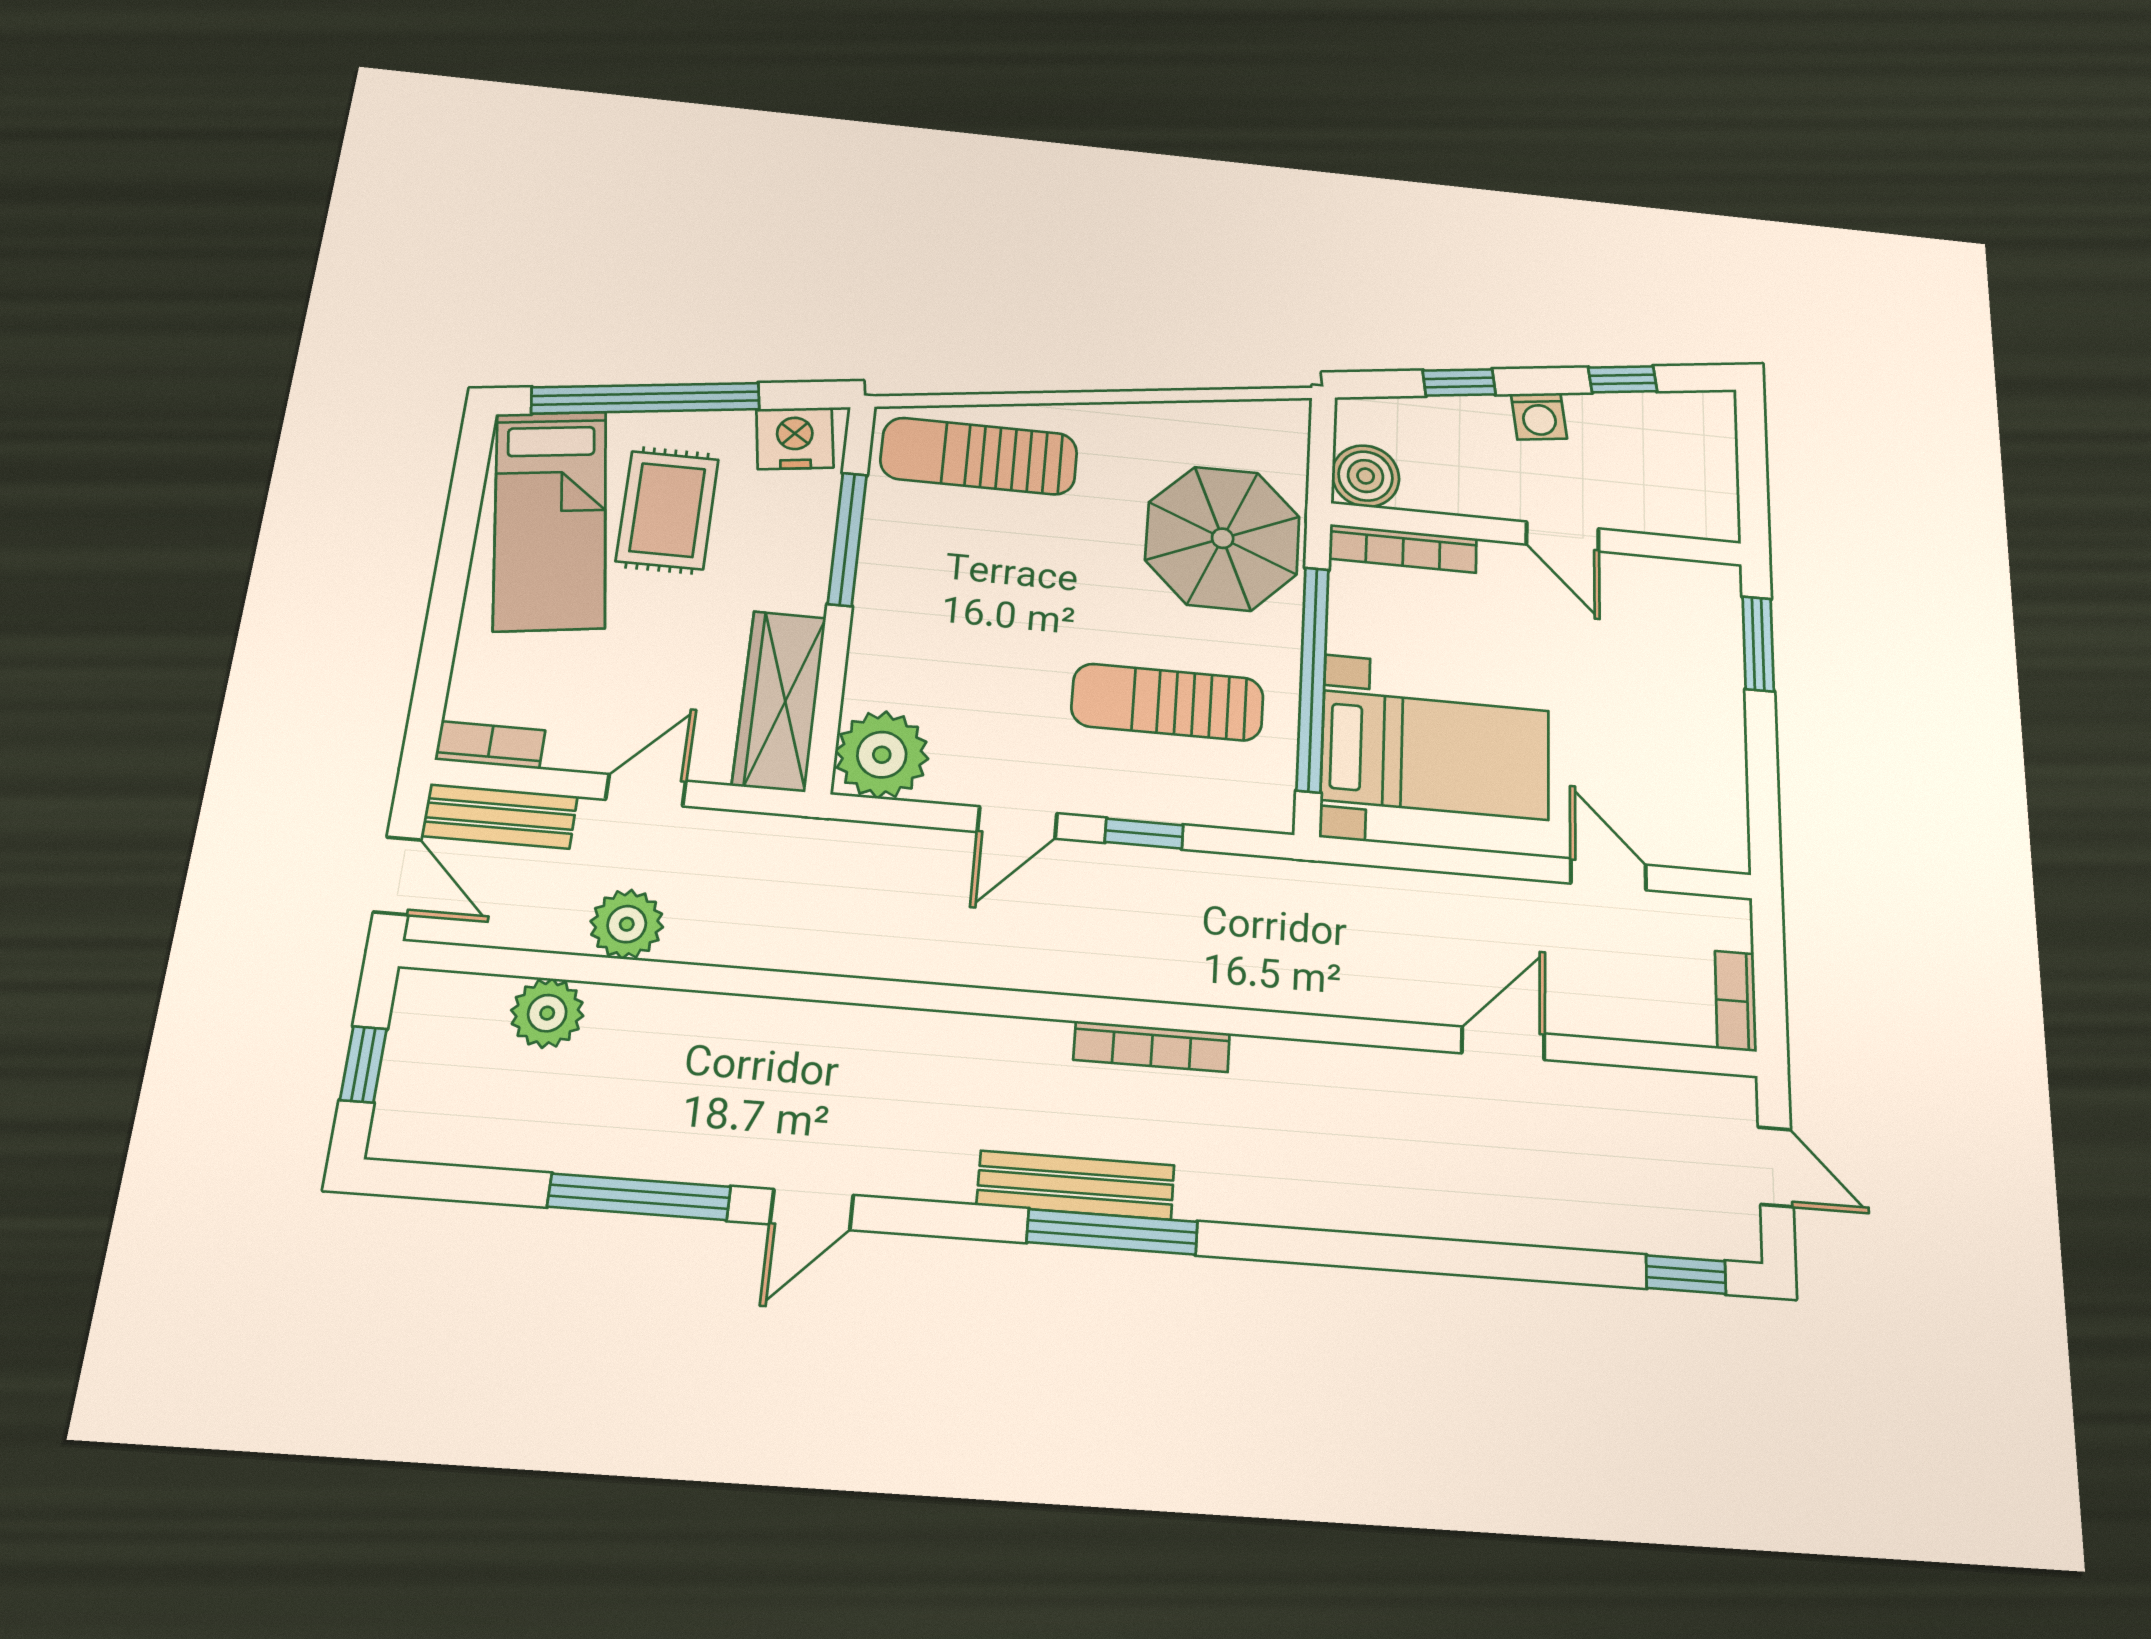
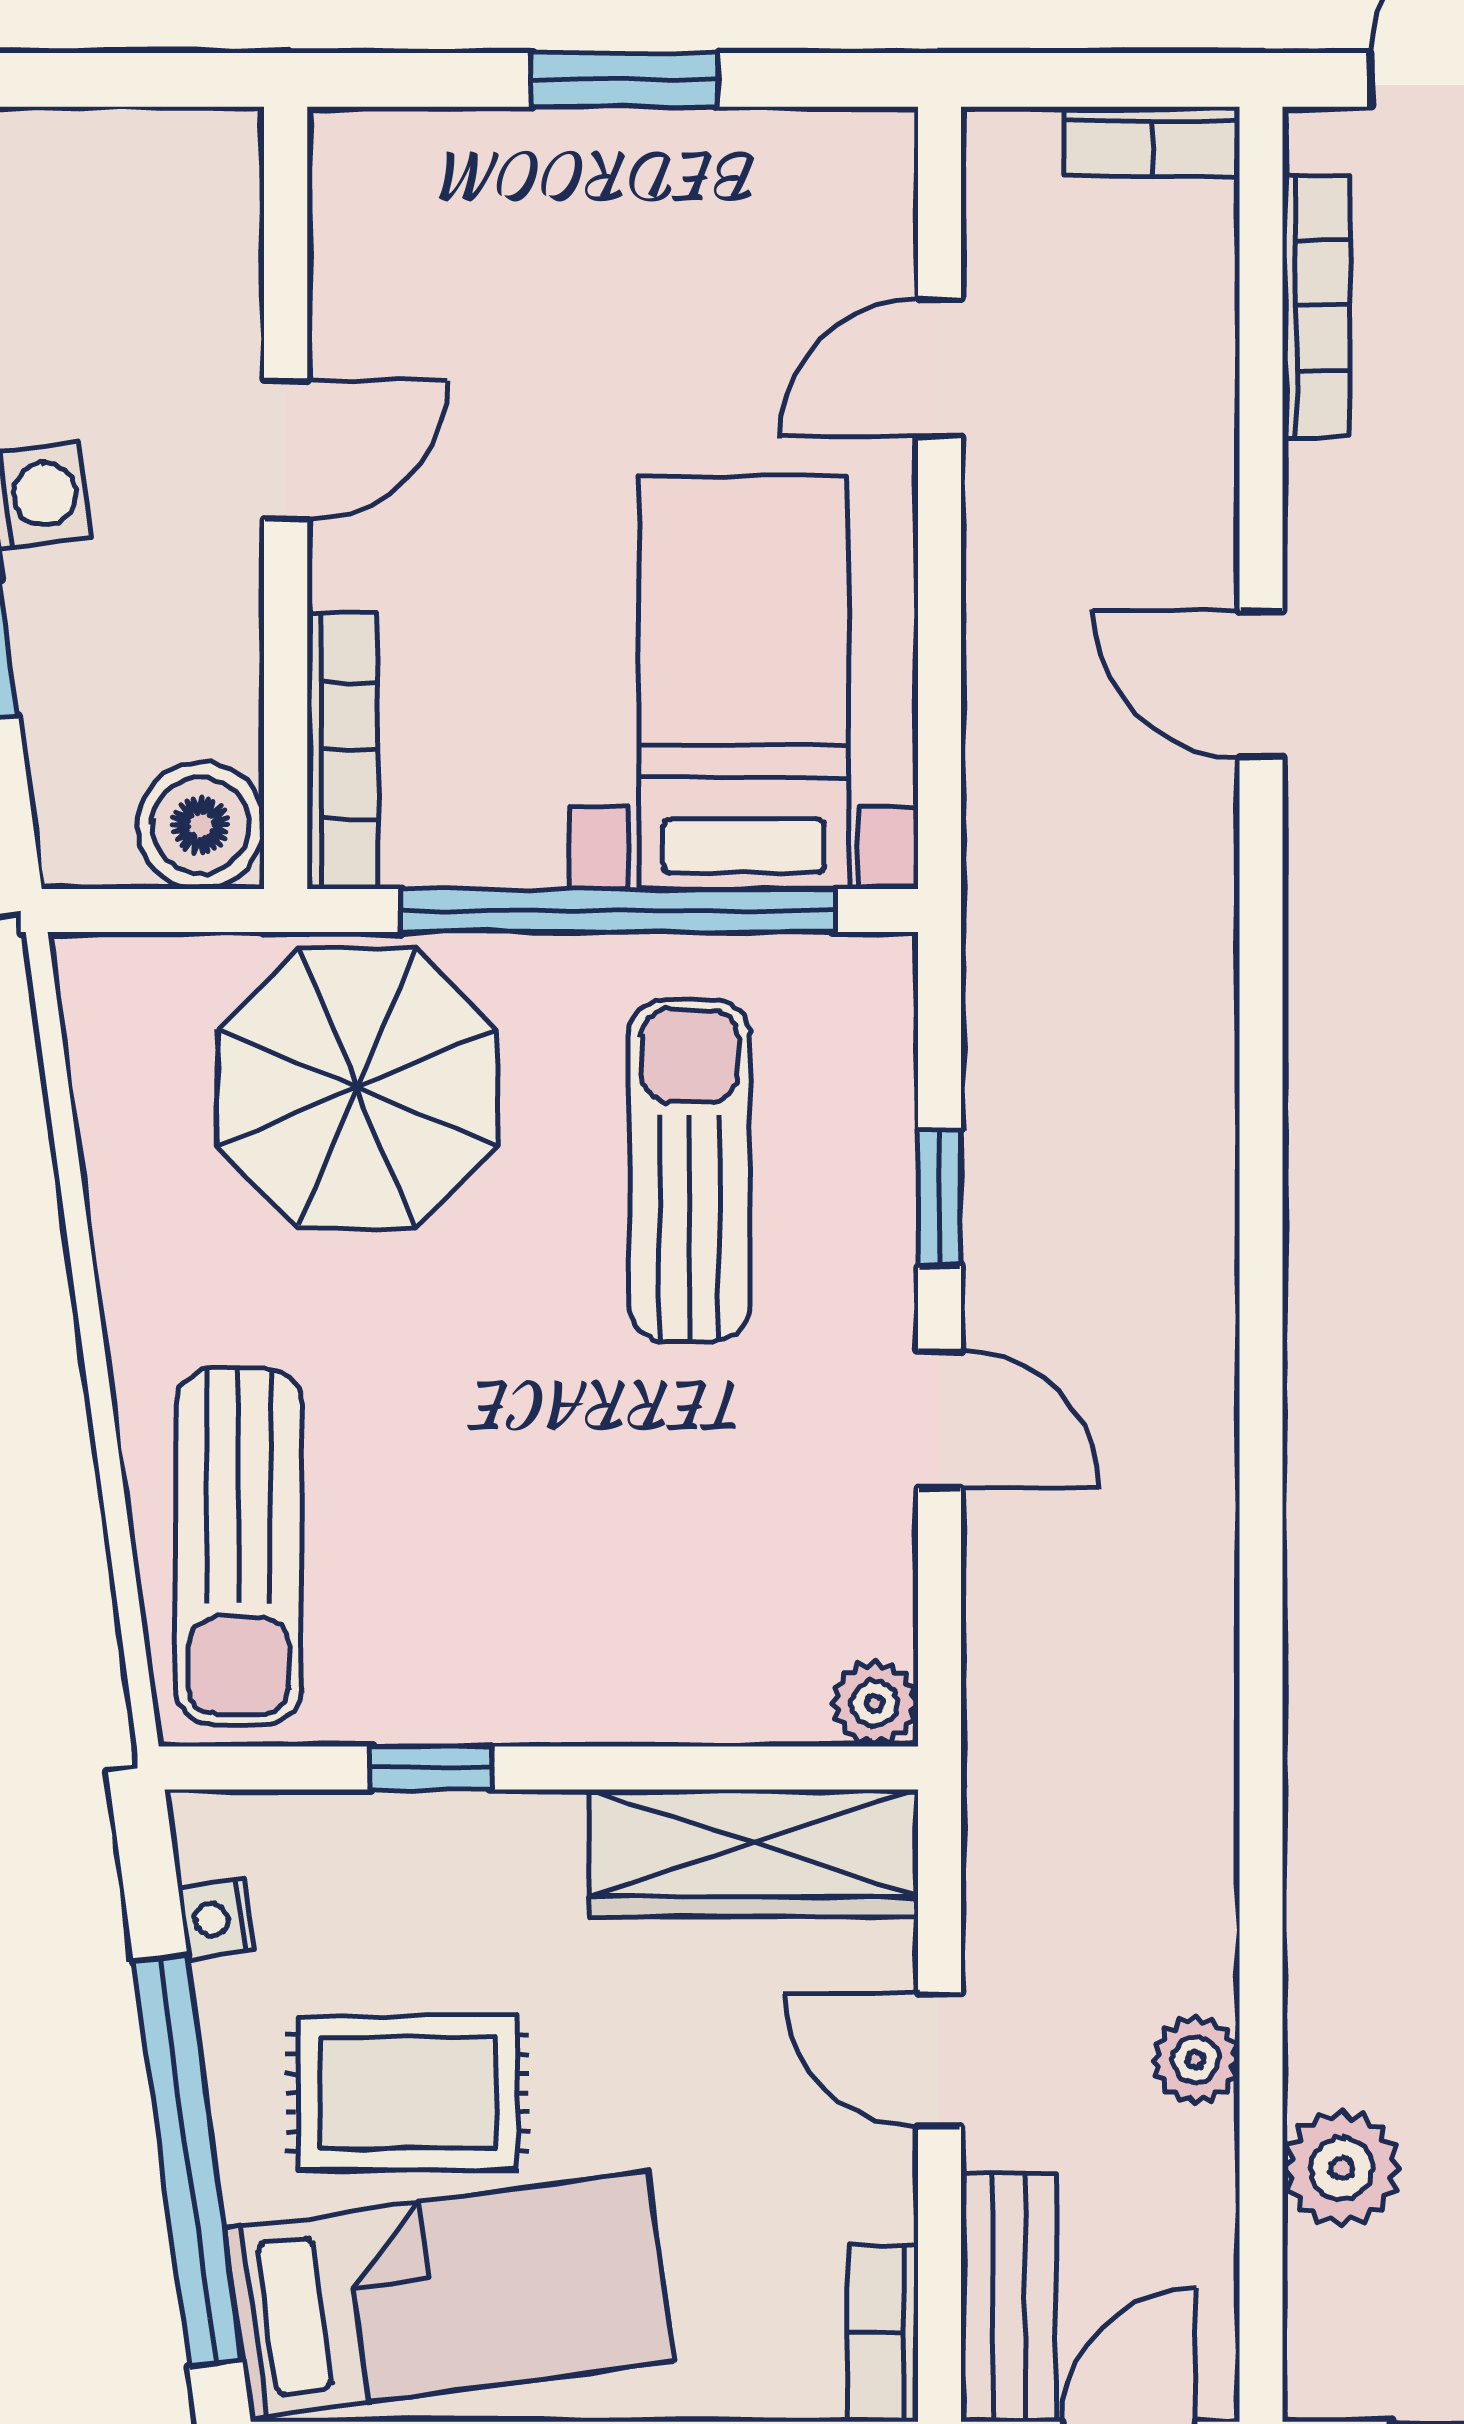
nightstand: (795, 438) -> (217, 1919), width x0.53, depth x0.56
window: (847, 539) -> (431, 1768), width x0.46
window: (1758, 644) -> (625, 80), moved
sun lounger: (1168, 702) -> (689, 1170), turned 180
plant: (882, 755) -> (875, 1703), width x0.53, depth x0.53
plant: (627, 924) -> (1196, 2060), width x0.73, depth x0.73
door: (1503, 1043) -> (1261, 684), moved
bookcase: (1152, 1047) -> (1316, 306), moved

